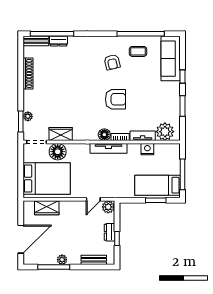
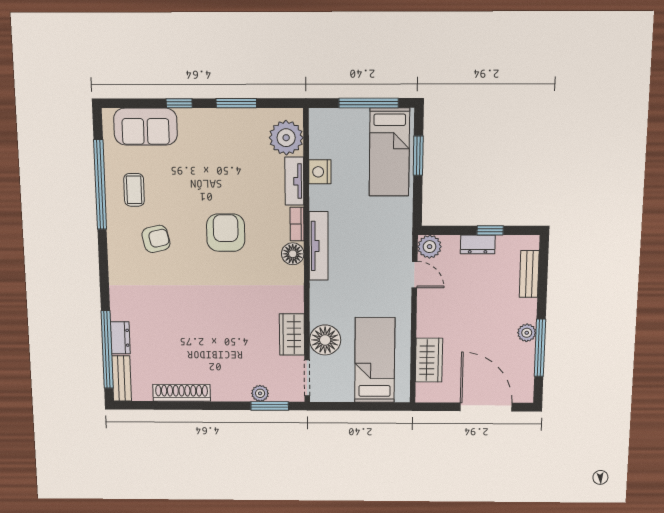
sofa: (171, 59) -> (146, 127), width x0.73
bed: (47, 179) -> (375, 360), width x0.67

